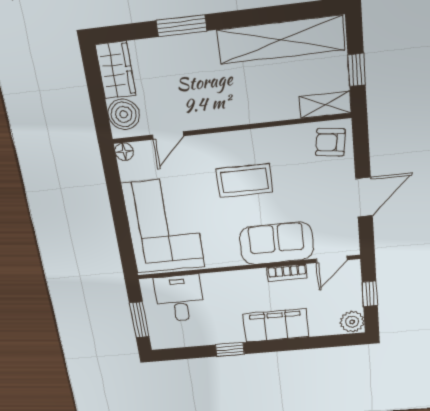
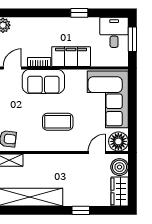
window: (182, 26) -> (81, 210), width x0.67
floor lamp: (124, 152) -> (118, 141), width x1.89, depth x1.89
desk: (179, 298) -> (114, 32), moved, turned 180
filing cabinet: (276, 325) -> (71, 57), moved, turned 180

